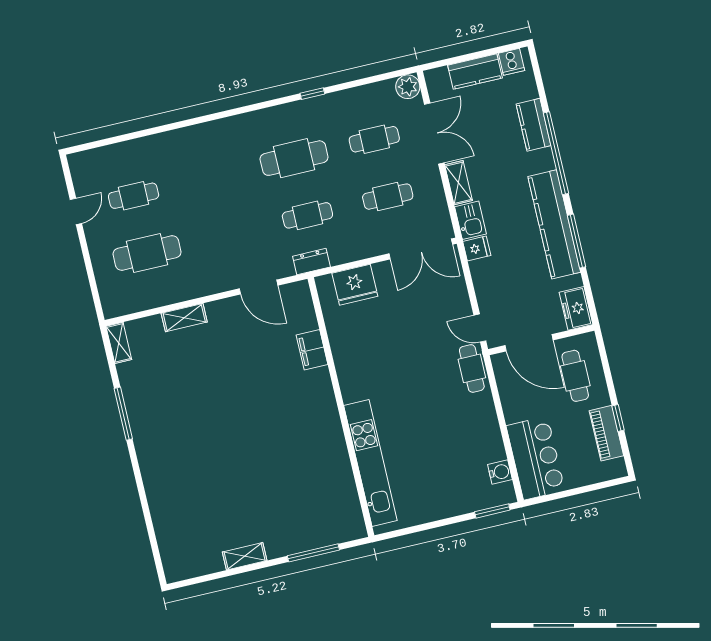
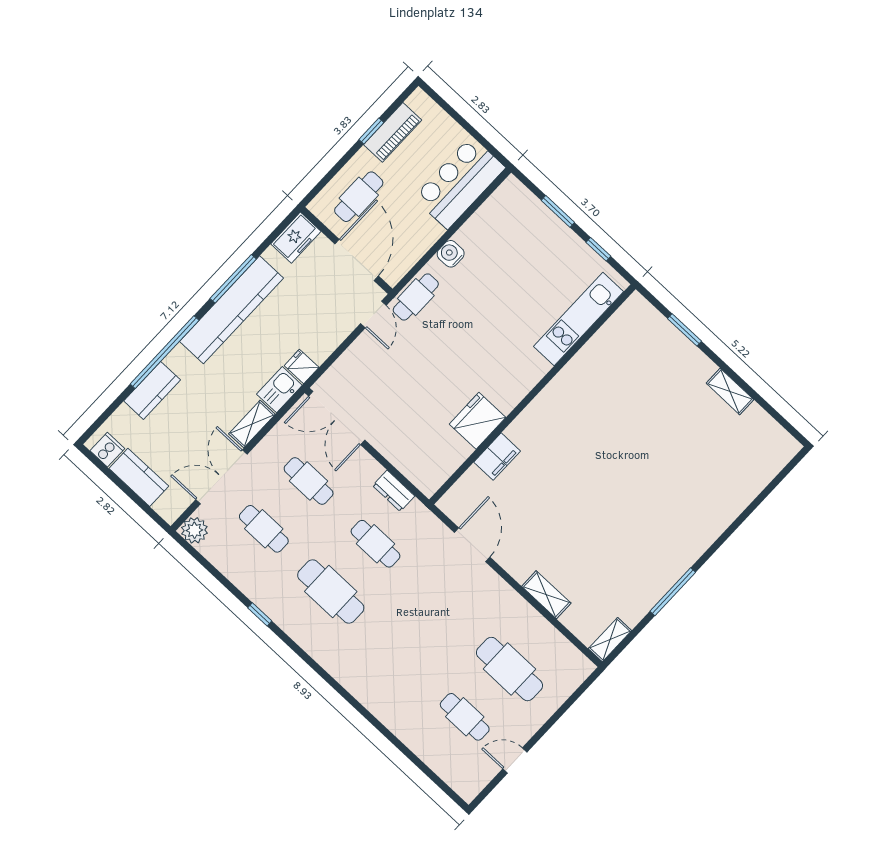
double door: (421, 249) -> (337, 418), swing flipped
dresser: (311, 262) -> (394, 491), moved
fridge: (355, 285) -> (477, 421), moved, turned -90
kitchen unit: (370, 463) -> (579, 319), width x0.73
water cooler: (500, 472) -> (451, 254), moved
window: (492, 511) -> (558, 211), moved
window: (416, 529) -> (598, 249), added
window: (313, 553) -> (684, 330), width x0.69

